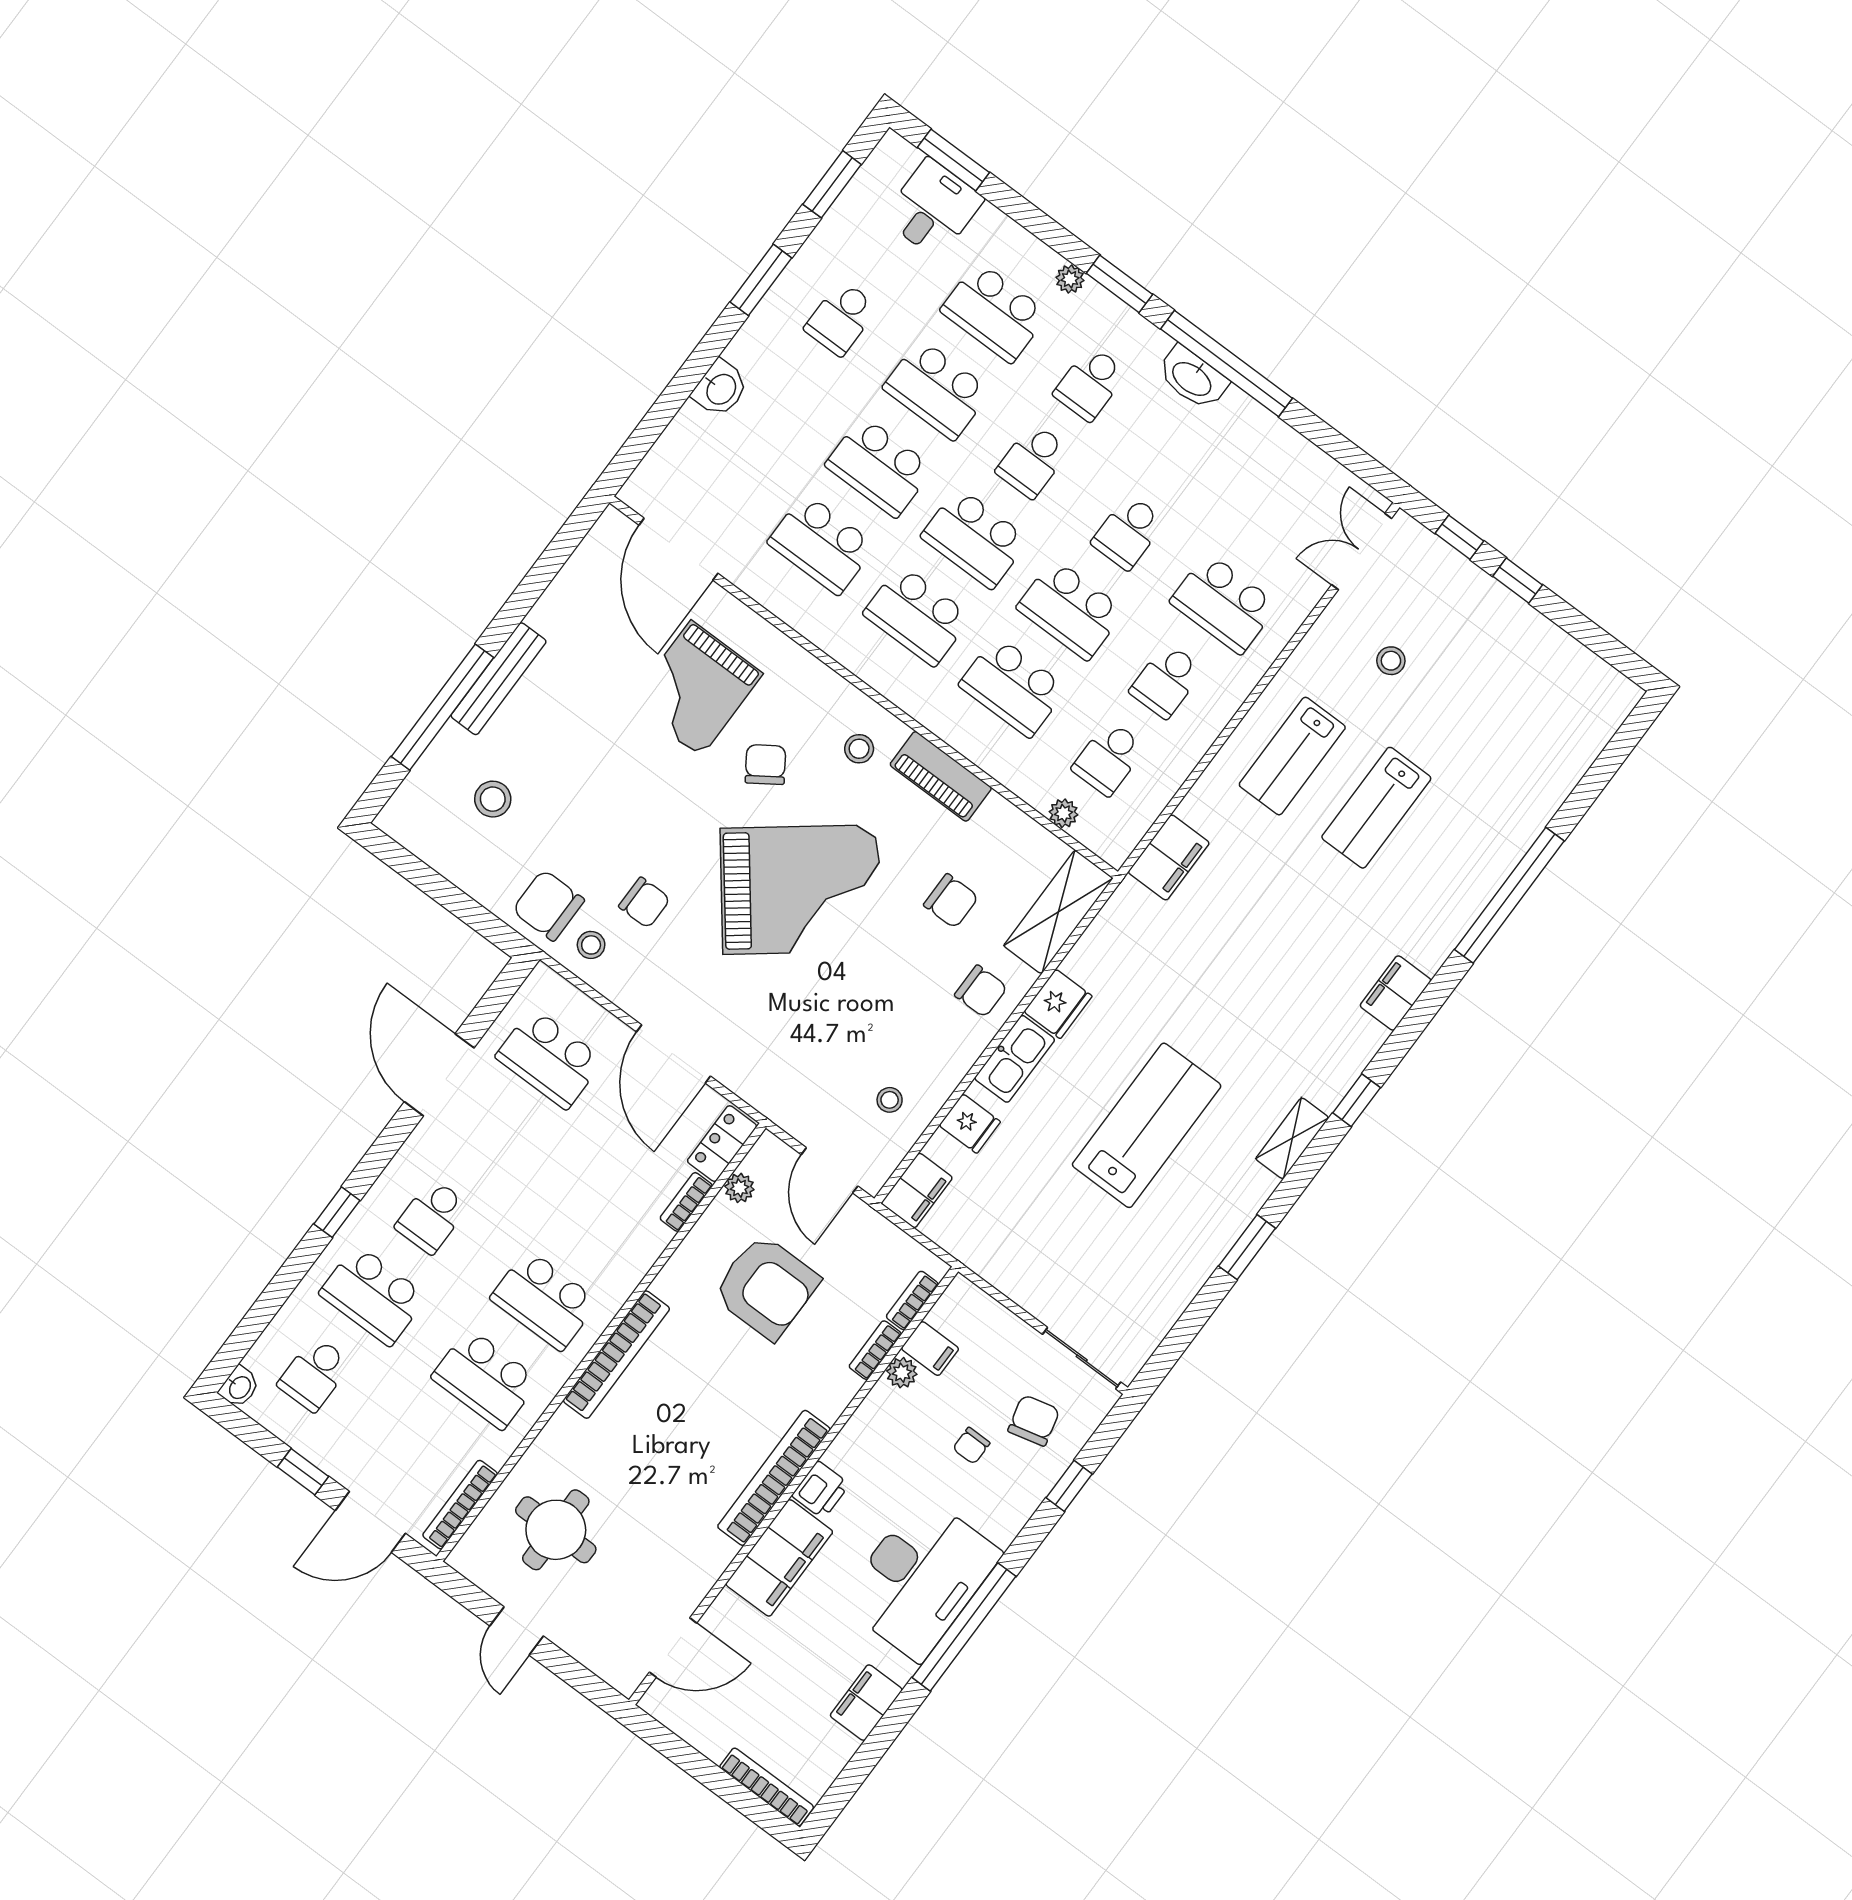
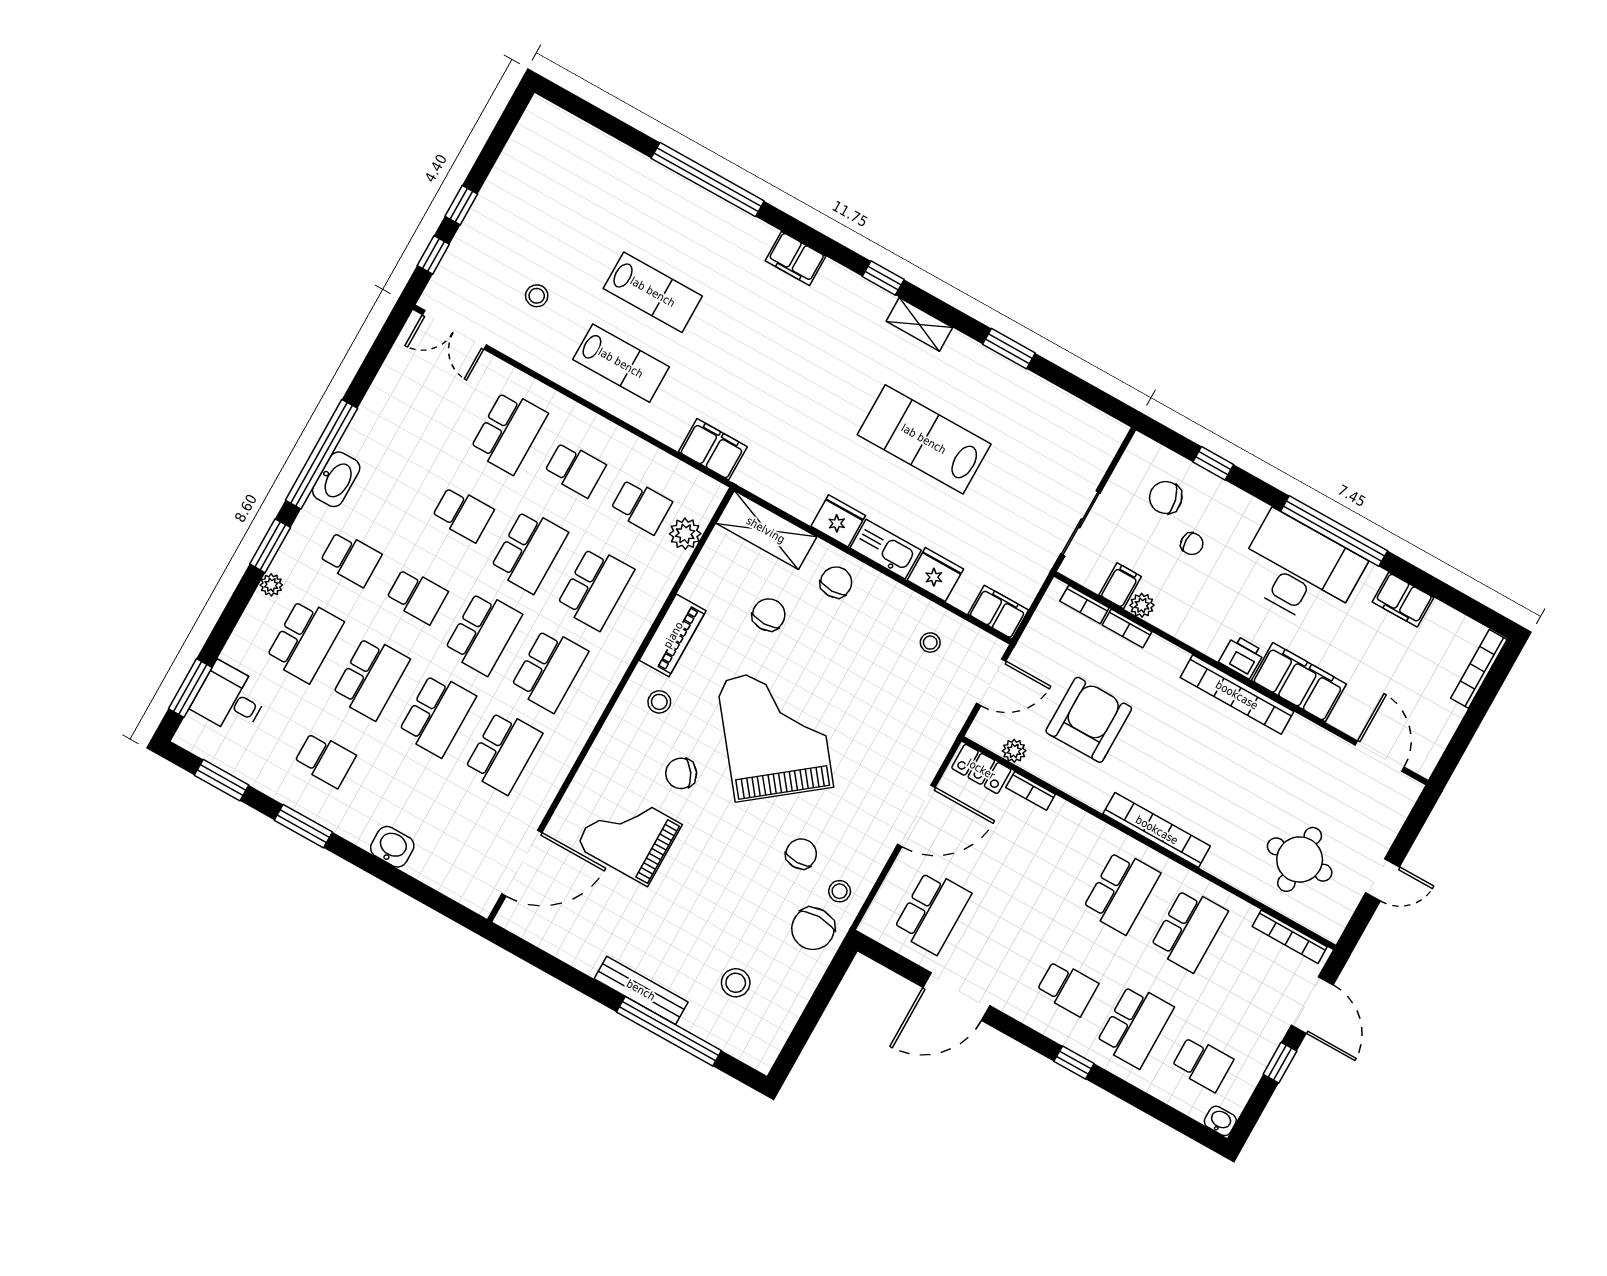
grand piano: (696, 689) -> (629, 835), turned 180
plant: (1064, 813) -> (685, 534), width x1.38, depth x1.38
fridge: (970, 1124) -> (935, 575), width x1.38
sliding door: (1082, 1358) -> (1080, 523), moved

